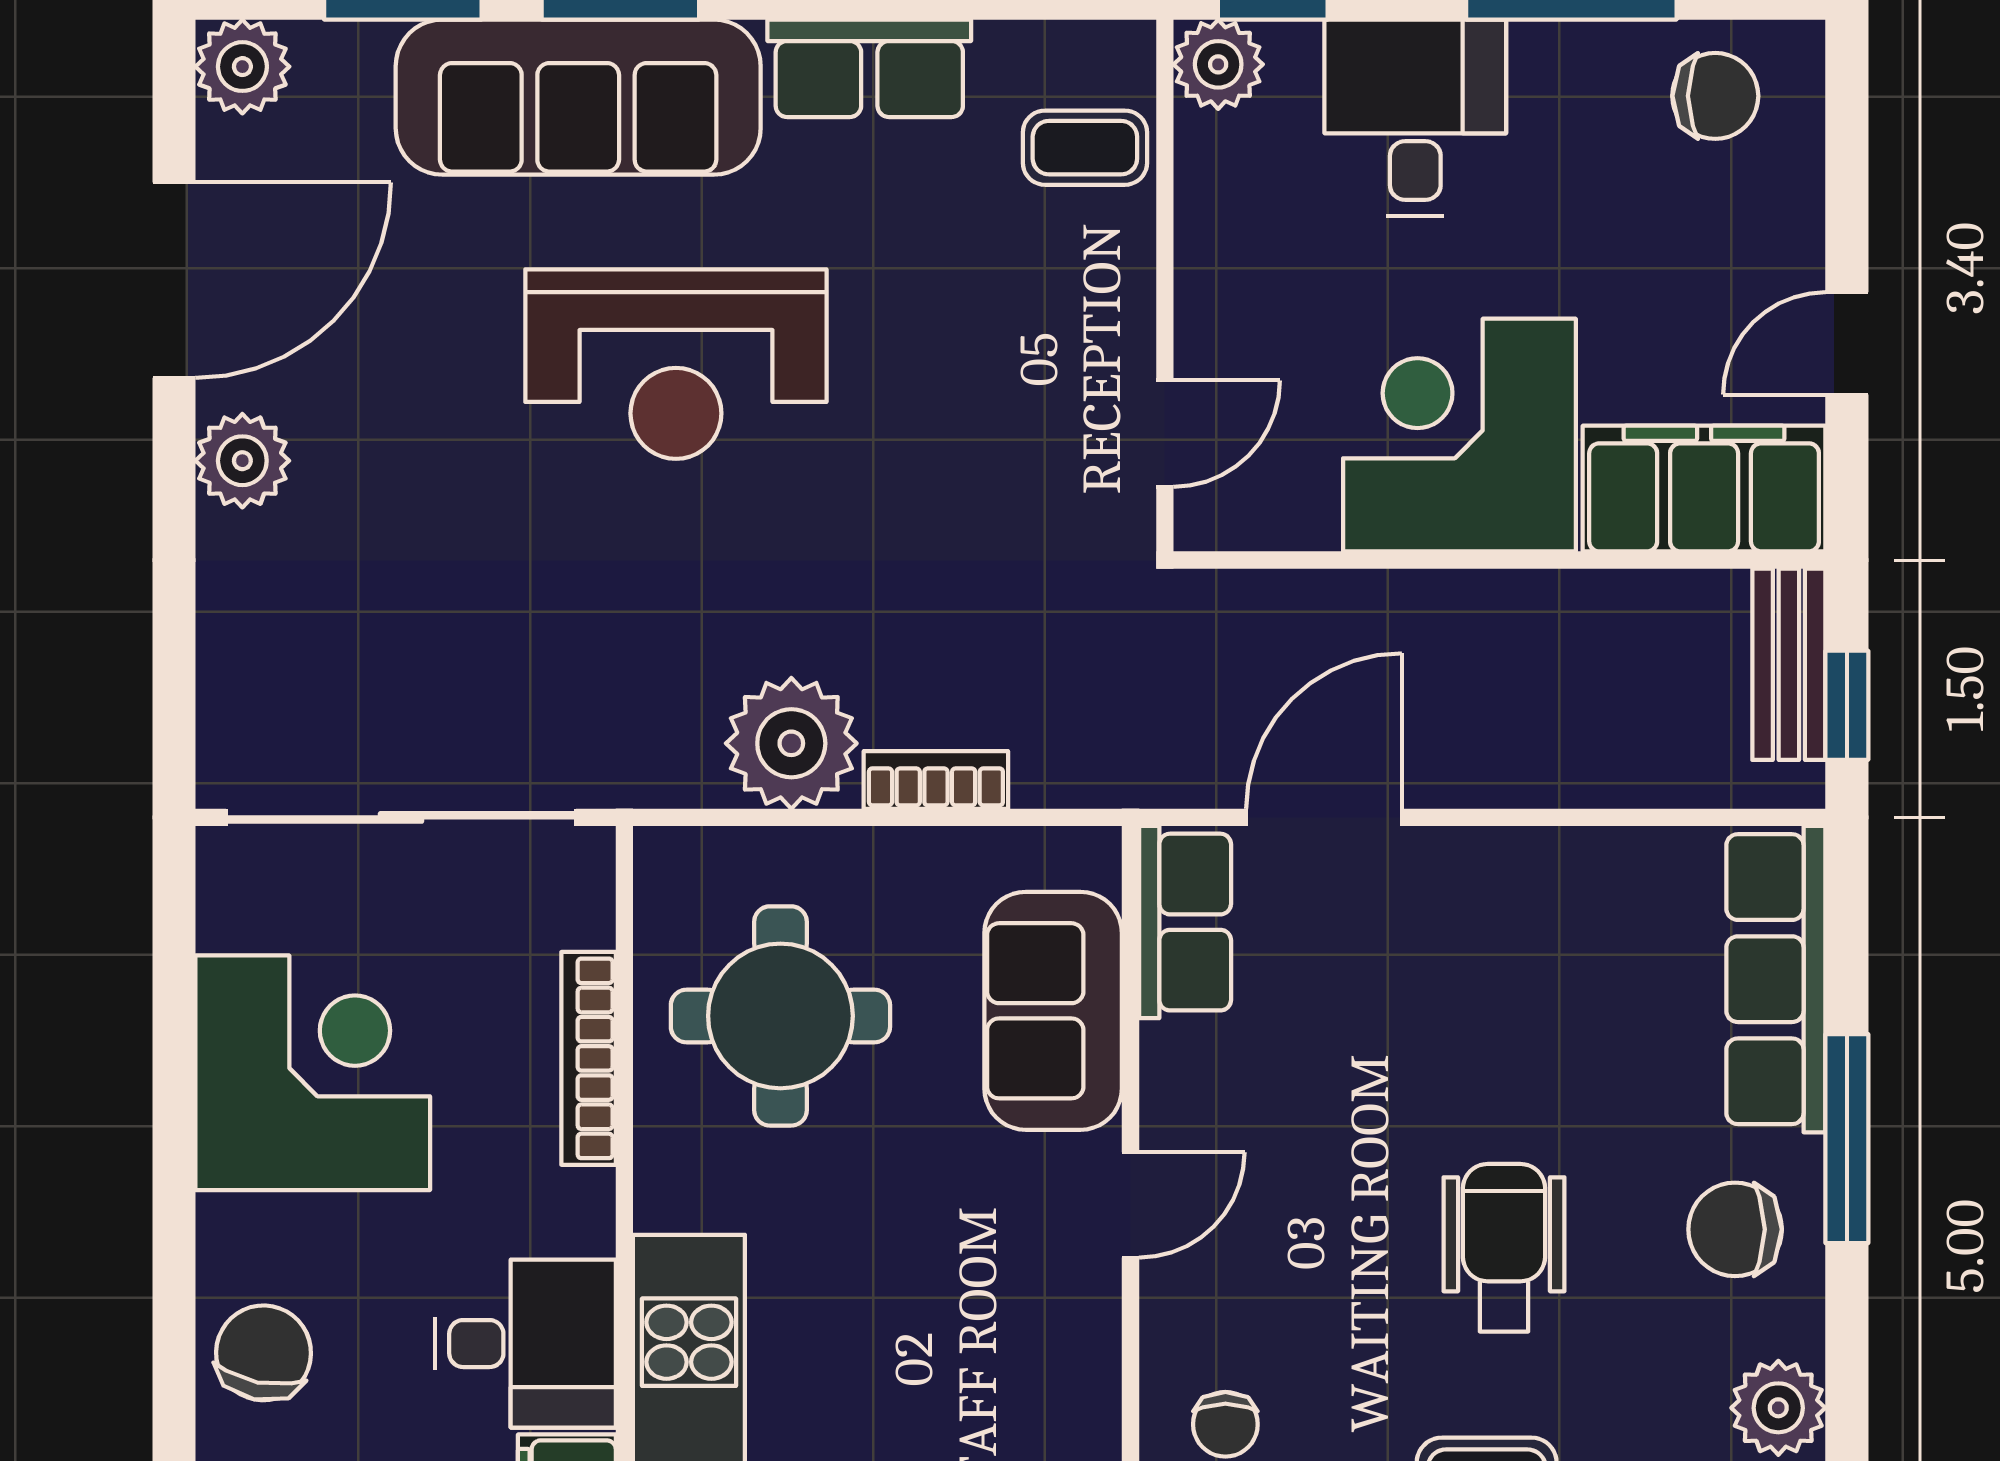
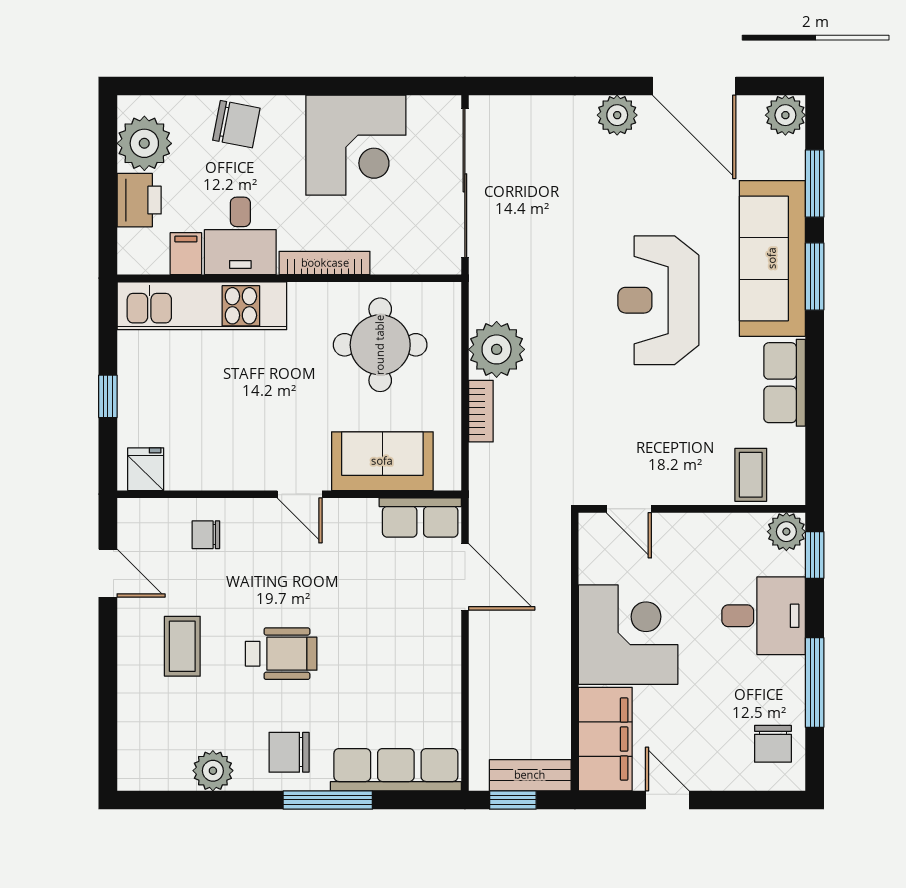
bookcase: (589, 1058) -> (325, 263), moved
chair: (1735, 1229) -> (289, 752), turned -90

